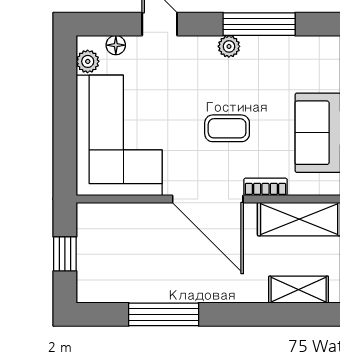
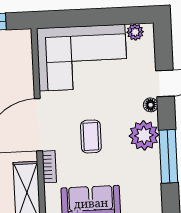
floor lamp: (116, 45) -> (151, 105), moved
plant: (229, 46) -> (144, 135), width x1.88, depth x1.88

